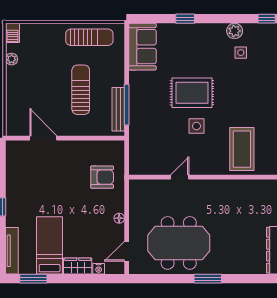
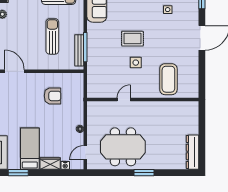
rug: (192, 93) -> (132, 39), width x0.73, depth x0.70
door: (43, 138) -> (14, 71), moved
armchair: (102, 177) -> (52, 96), moved

